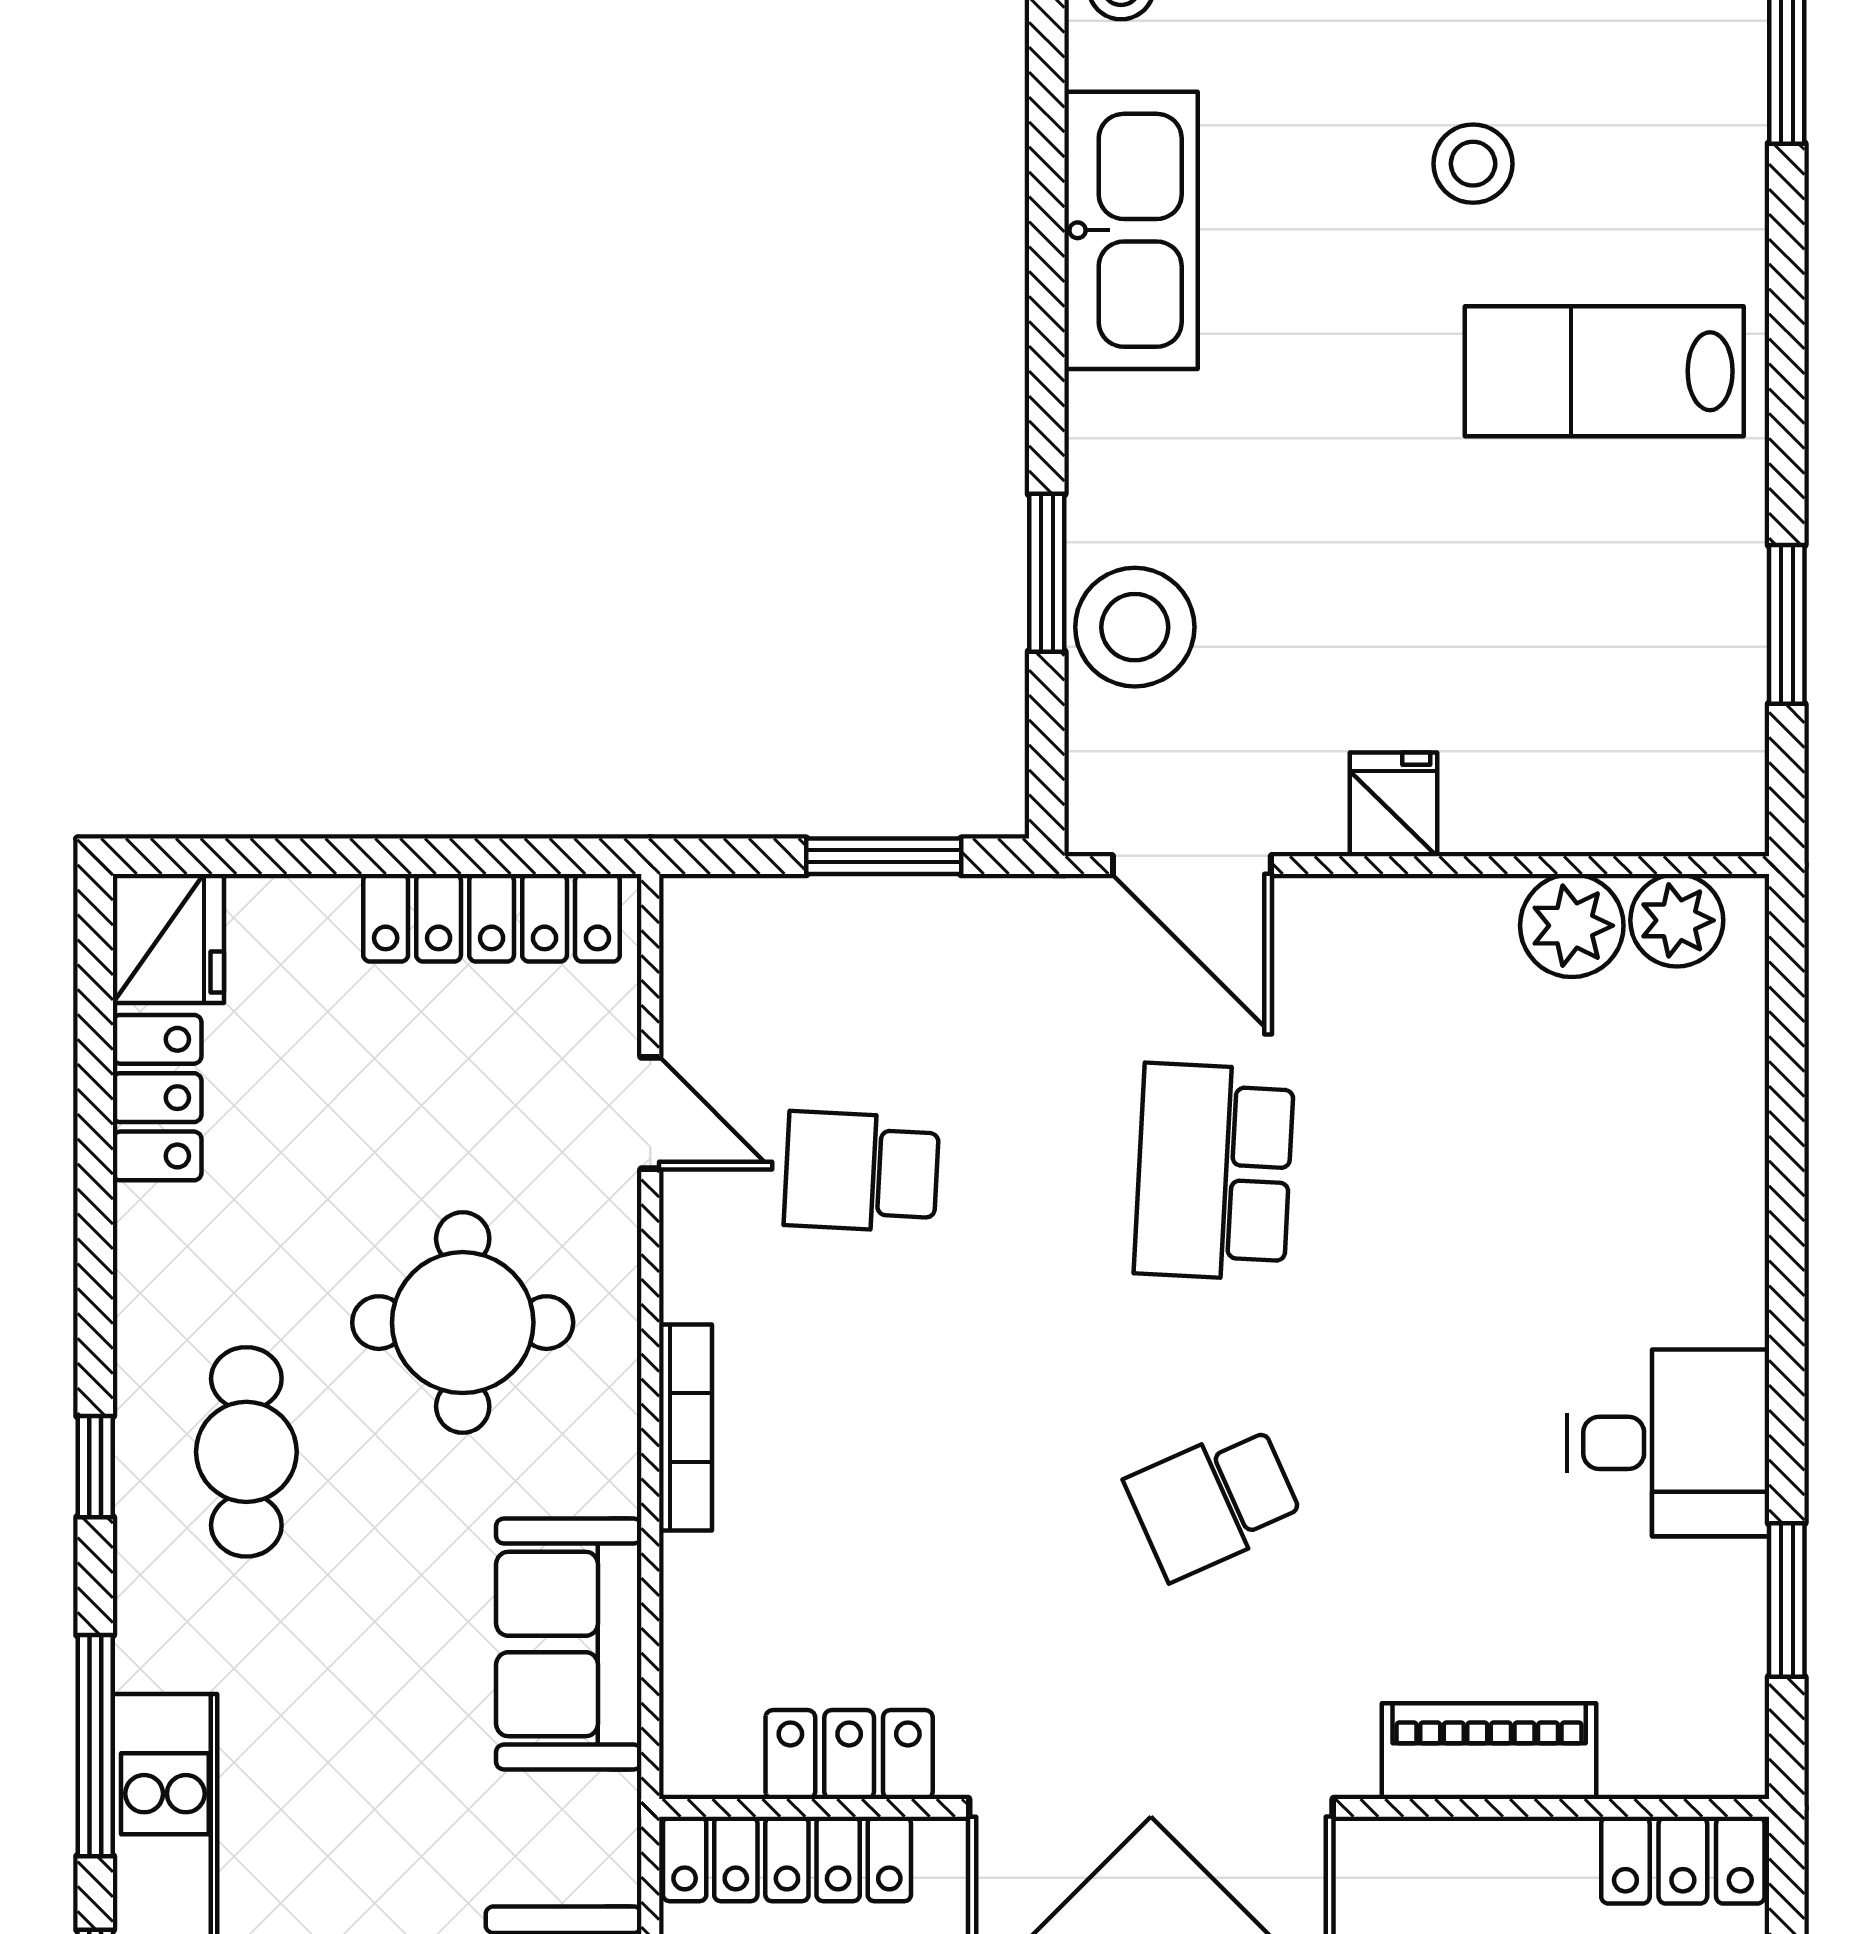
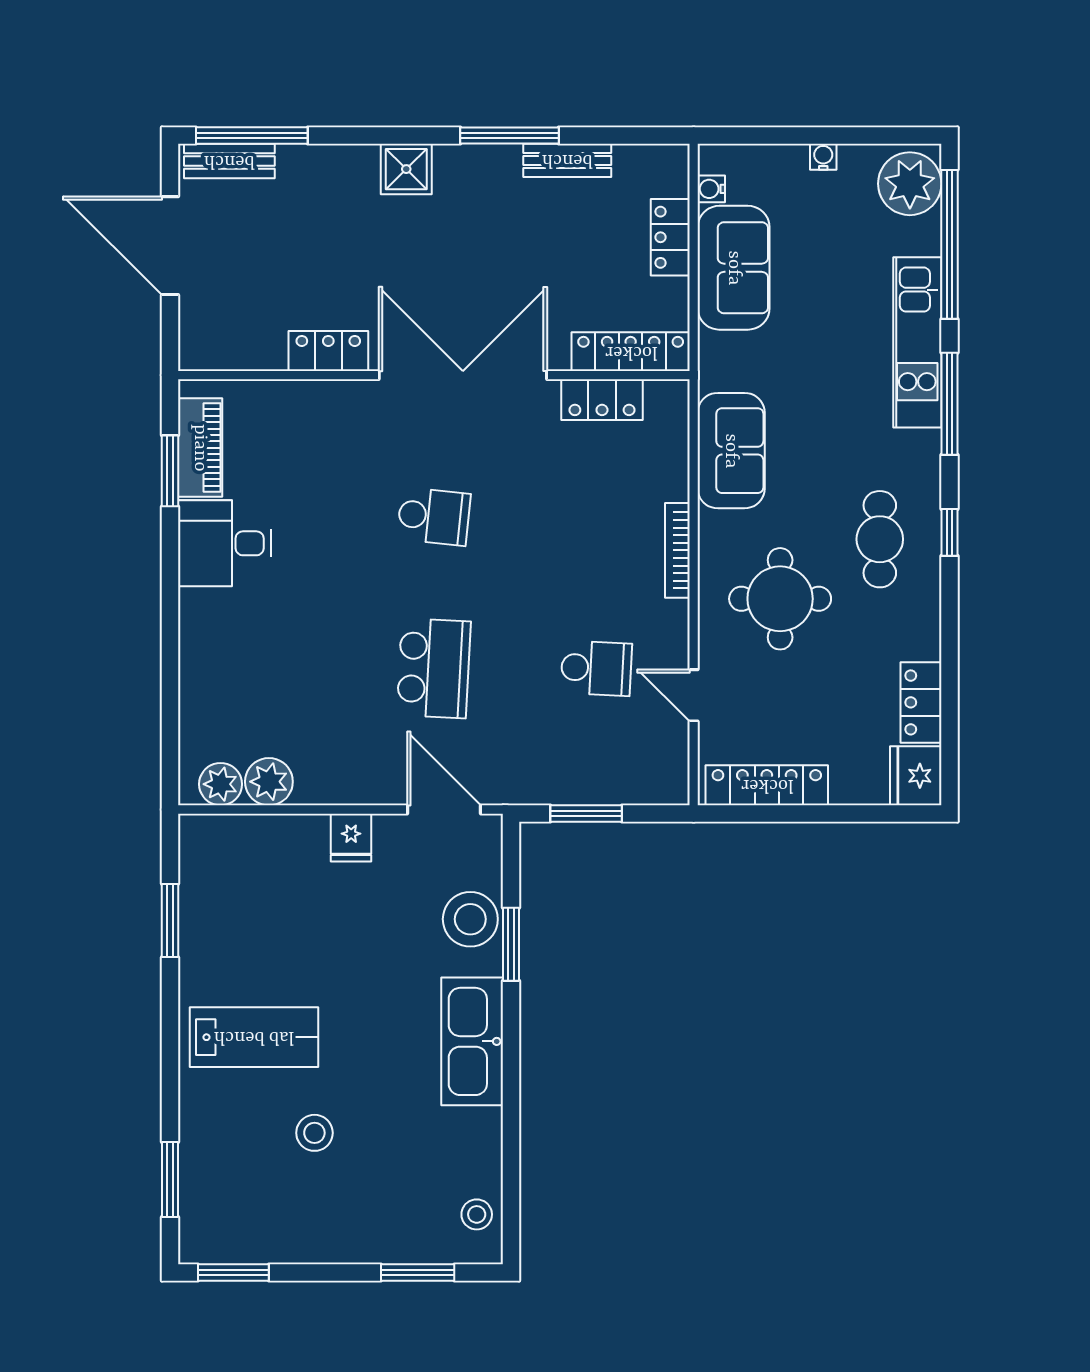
kitchen sink: (1131, 230) -> (472, 1041), moved
school desk: (1214, 1501) -> (434, 516), turned 30
piano: (1489, 1751) -> (200, 448), moved, turned -90
locker: (1683, 1860) -> (328, 351), moved

